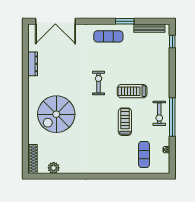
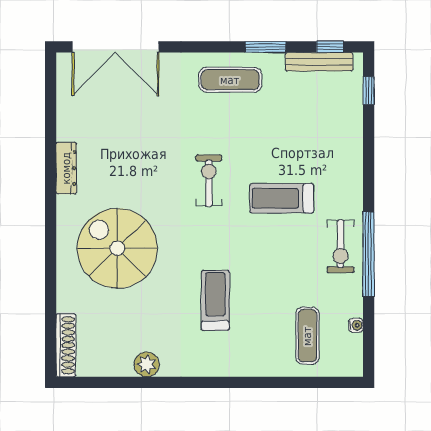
window: (154, 21) -> (330, 47), added
dresser: (33, 64) -> (66, 168), moved
spiral stairs: (56, 114) -> (117, 248), turned 90
treadmill: (125, 122) -> (215, 300), moved
plant: (54, 168) -> (147, 364), moved

